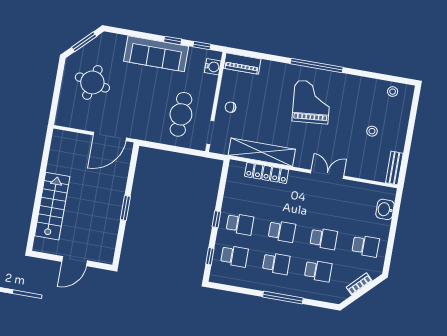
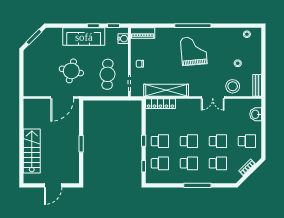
round table: (92, 82) -> (71, 71), moved
stool: (359, 163) -> (233, 86), added
locker: (267, 173) -> (160, 104), moved
double door: (327, 174) -> (213, 98), swing flipped

